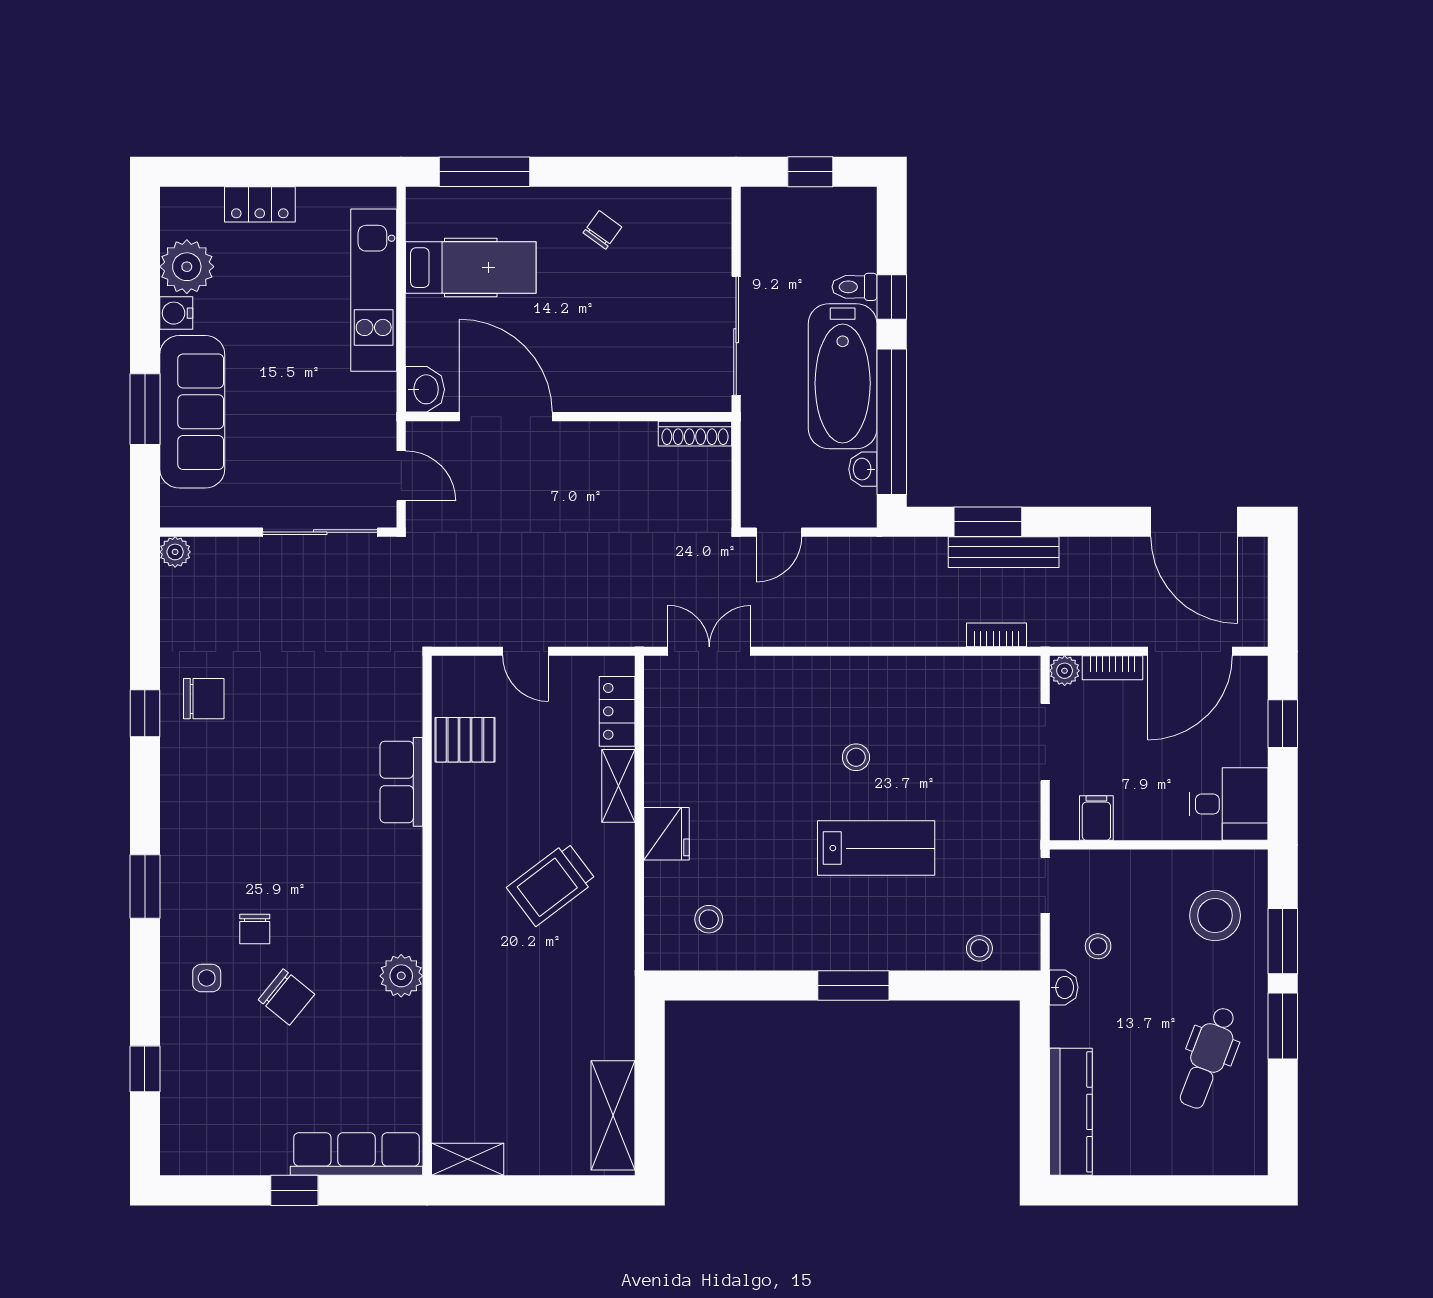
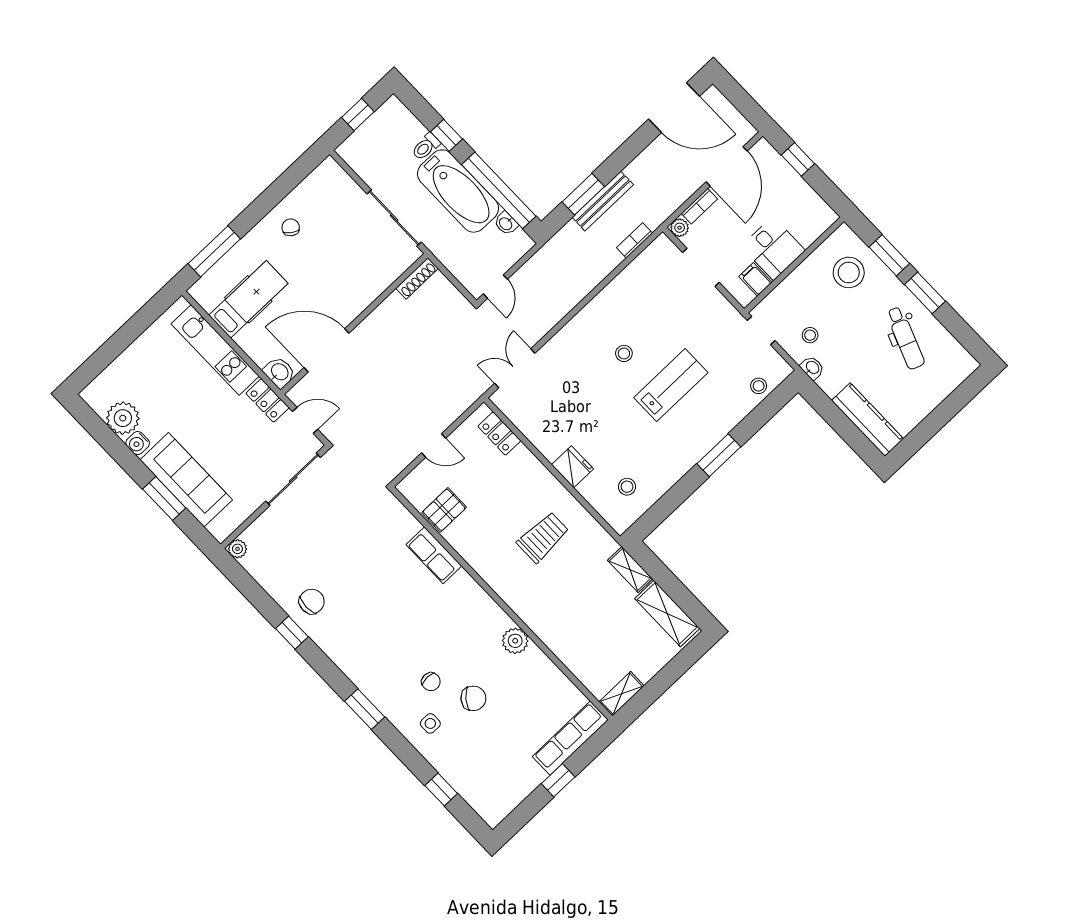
locker: (260, 204) -> (267, 400), moved, turned 90
shelving: (618, 786) -> (630, 570), moved
desk: (1229, 804) -> (773, 248), moved, turned 90
trolley: (551, 884) -> (543, 537), turned -143

